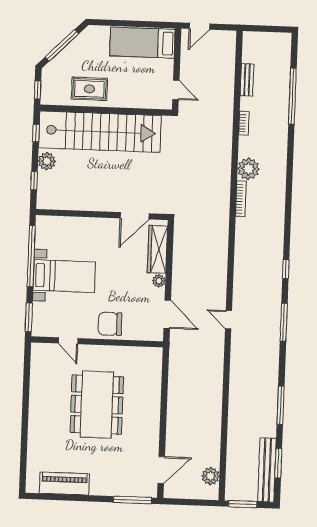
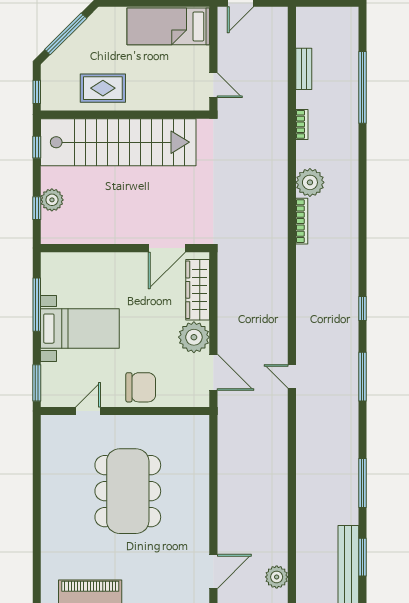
plant: (47, 161) -> (52, 200), moved
window: (31, 256) -> (37, 305), width x0.68
plant: (159, 281) -> (194, 337), width x1.87, depth x1.87
chair: (110, 324) -> (141, 387), turned 180
door: (68, 341) -> (88, 411), swing flipped

